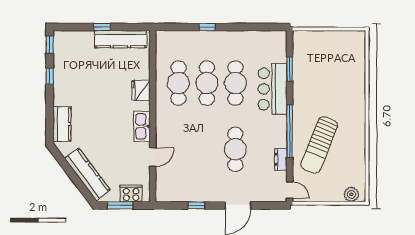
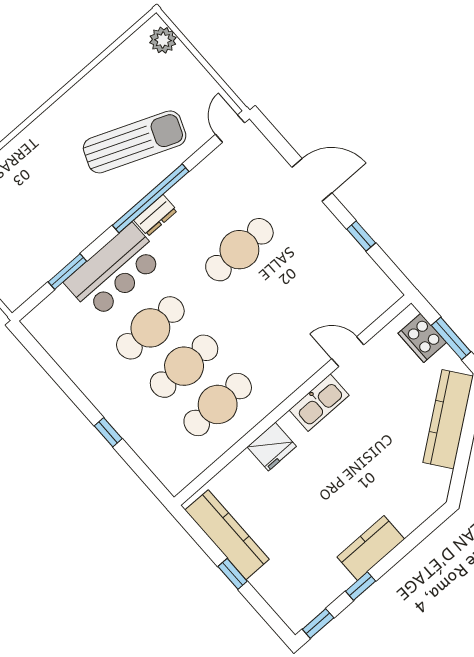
kitchen counter: (62, 124) -> (371, 548), moved
dresser: (281, 159) -> (156, 215), moved

